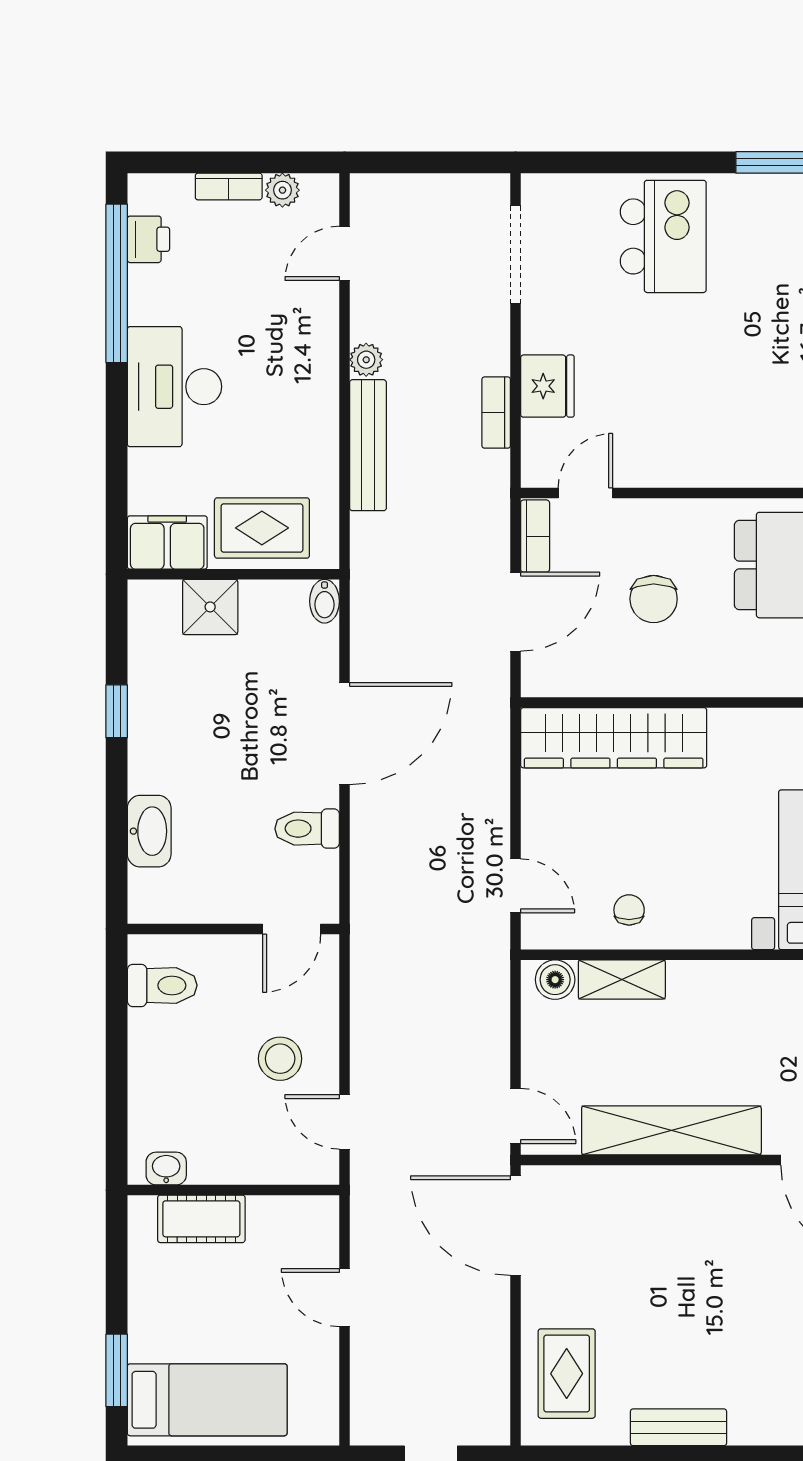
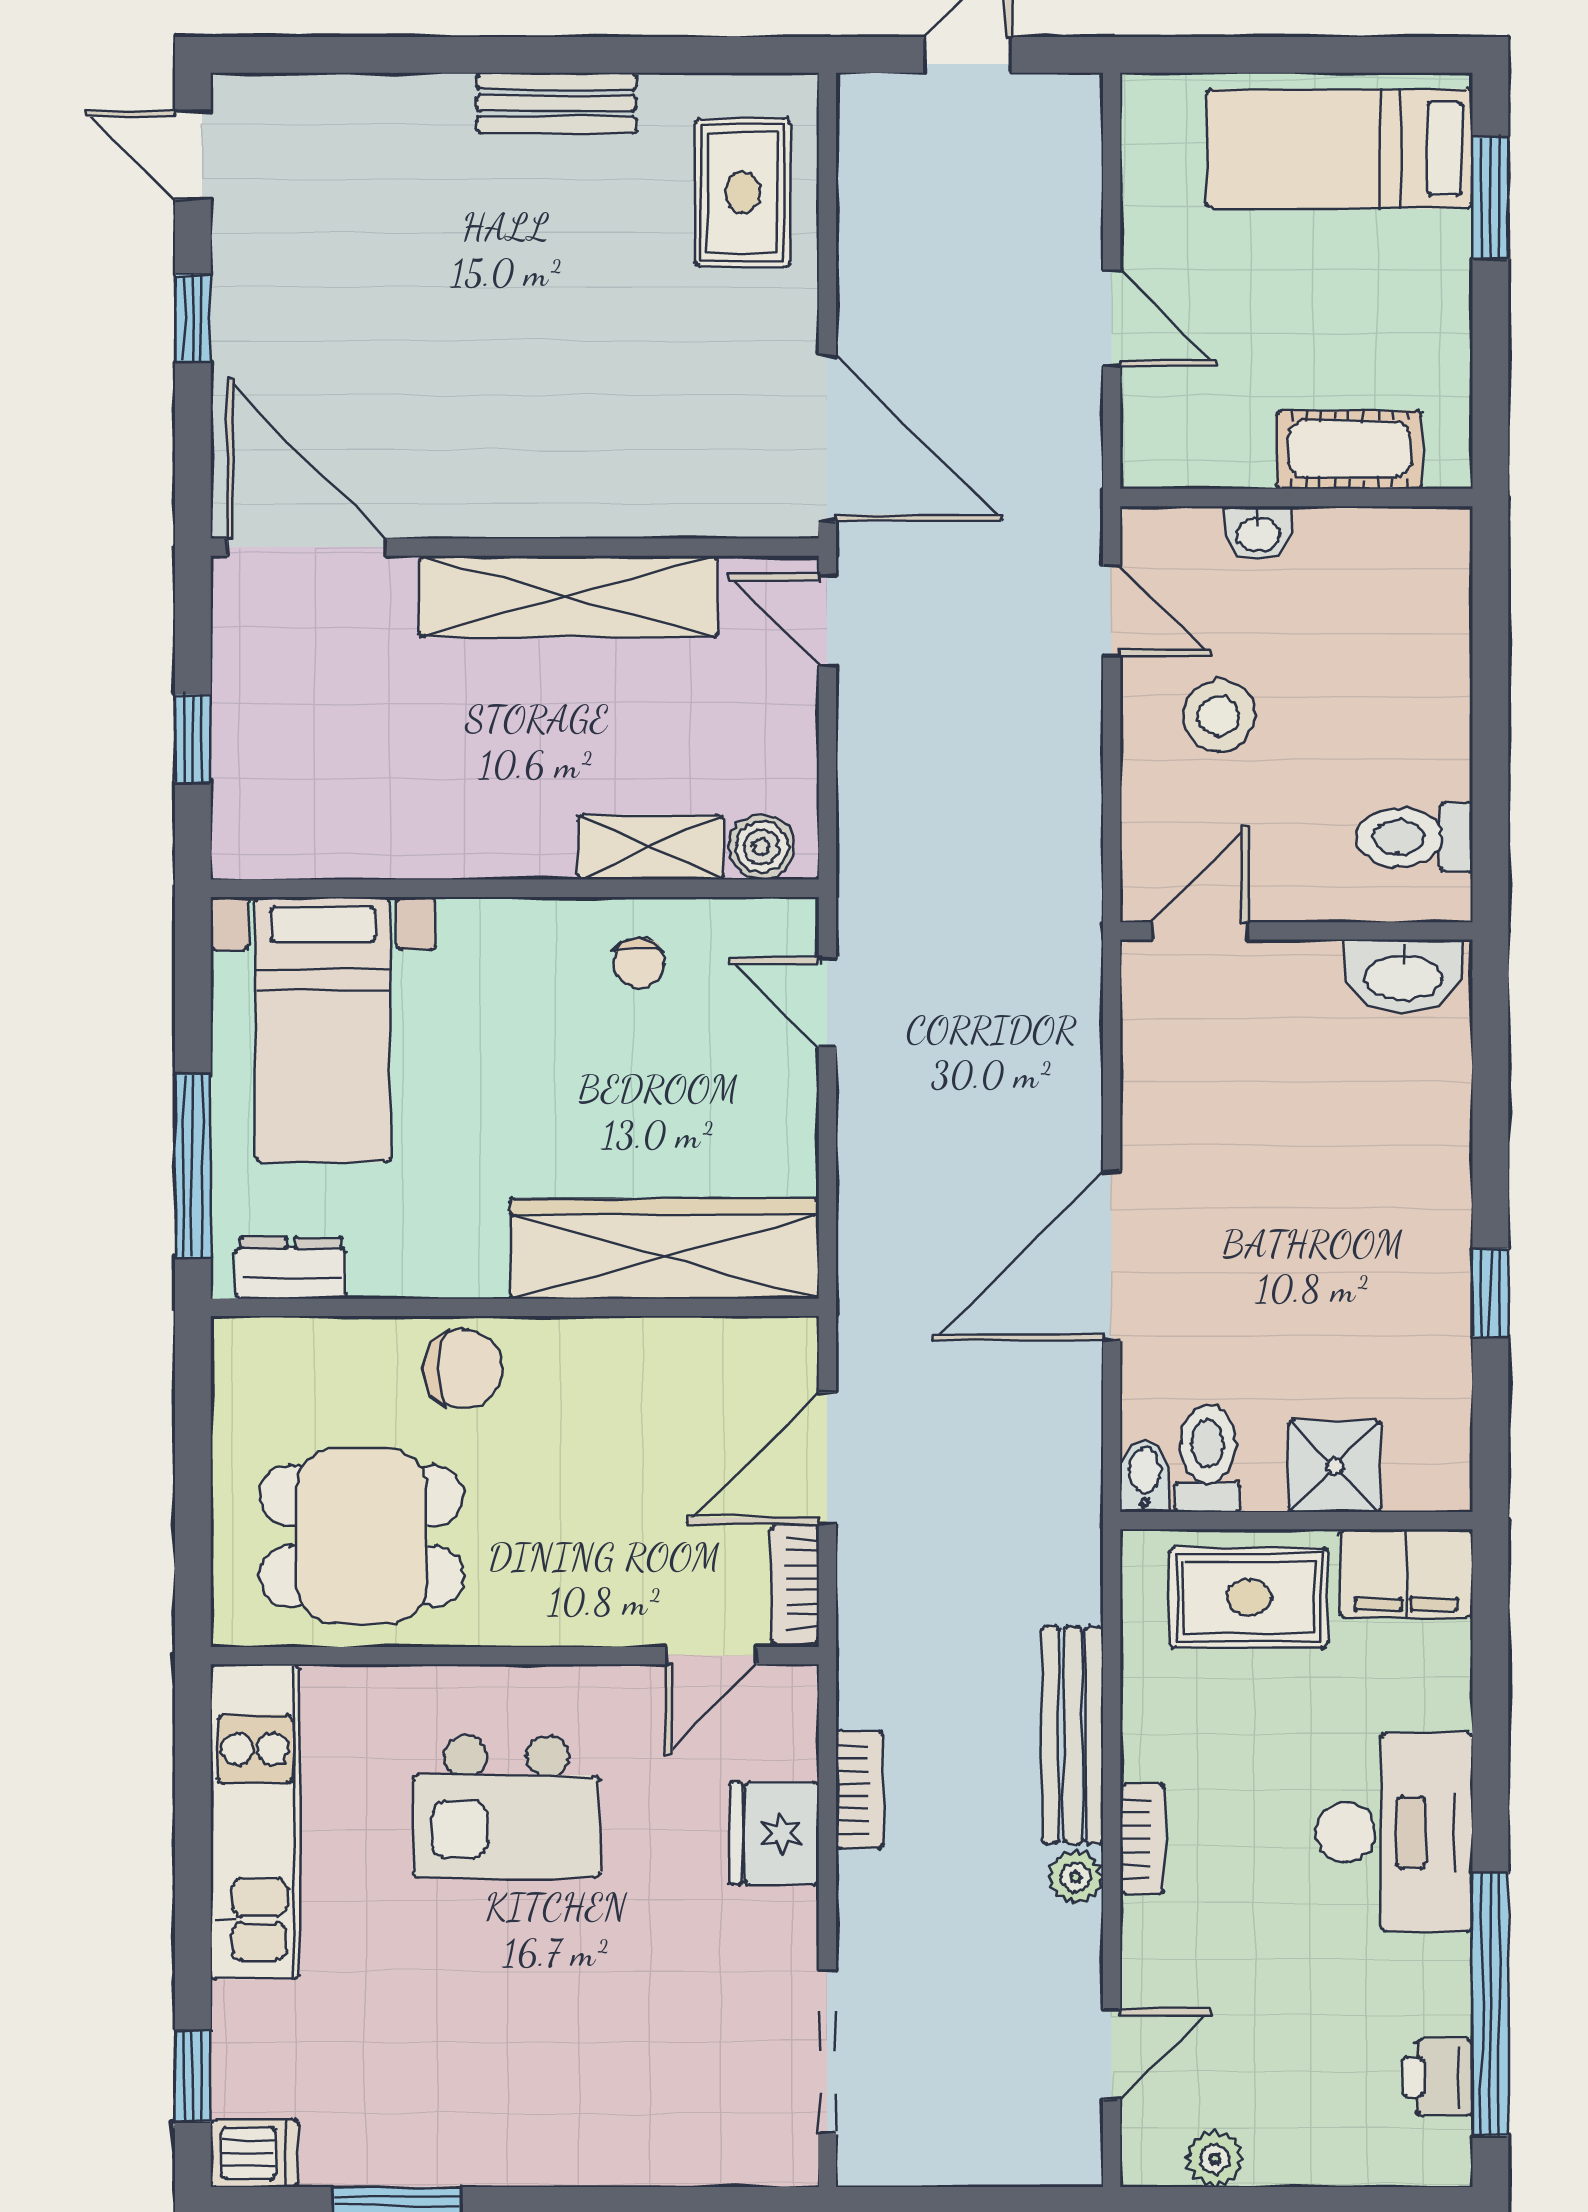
bookcase: (229, 186) -> (1142, 1839), moved, turned 90
kitchen island: (663, 236) -> (506, 1807), moved, turned -90
chair: (654, 599) -> (463, 1368), moved, turned 90
toilet: (307, 829) -> (1208, 1458), moved, turned -90
washbasin: (149, 831) -> (1403, 976), moved, turned -90
washbasin: (166, 1169) -> (1258, 533), moved

